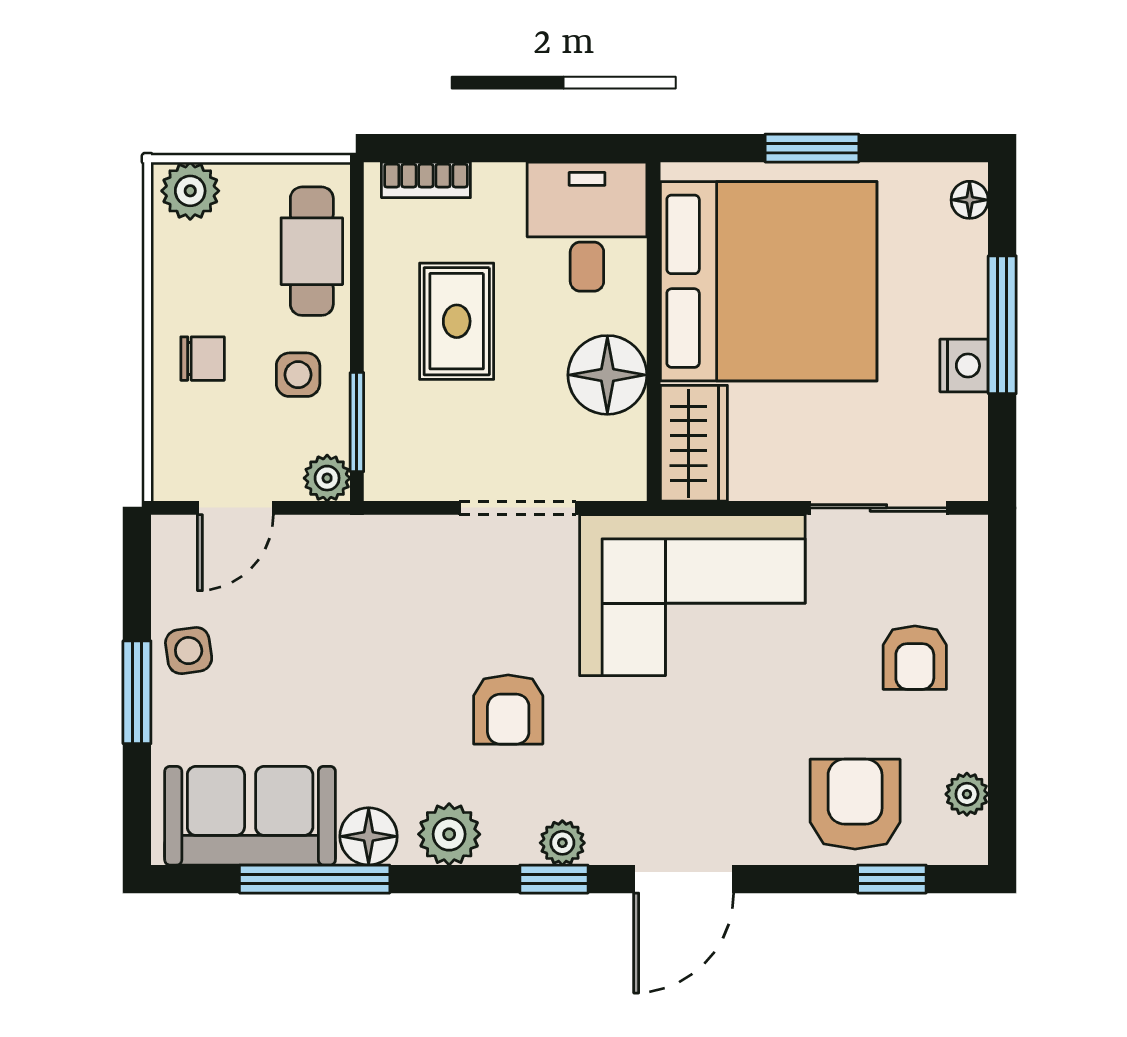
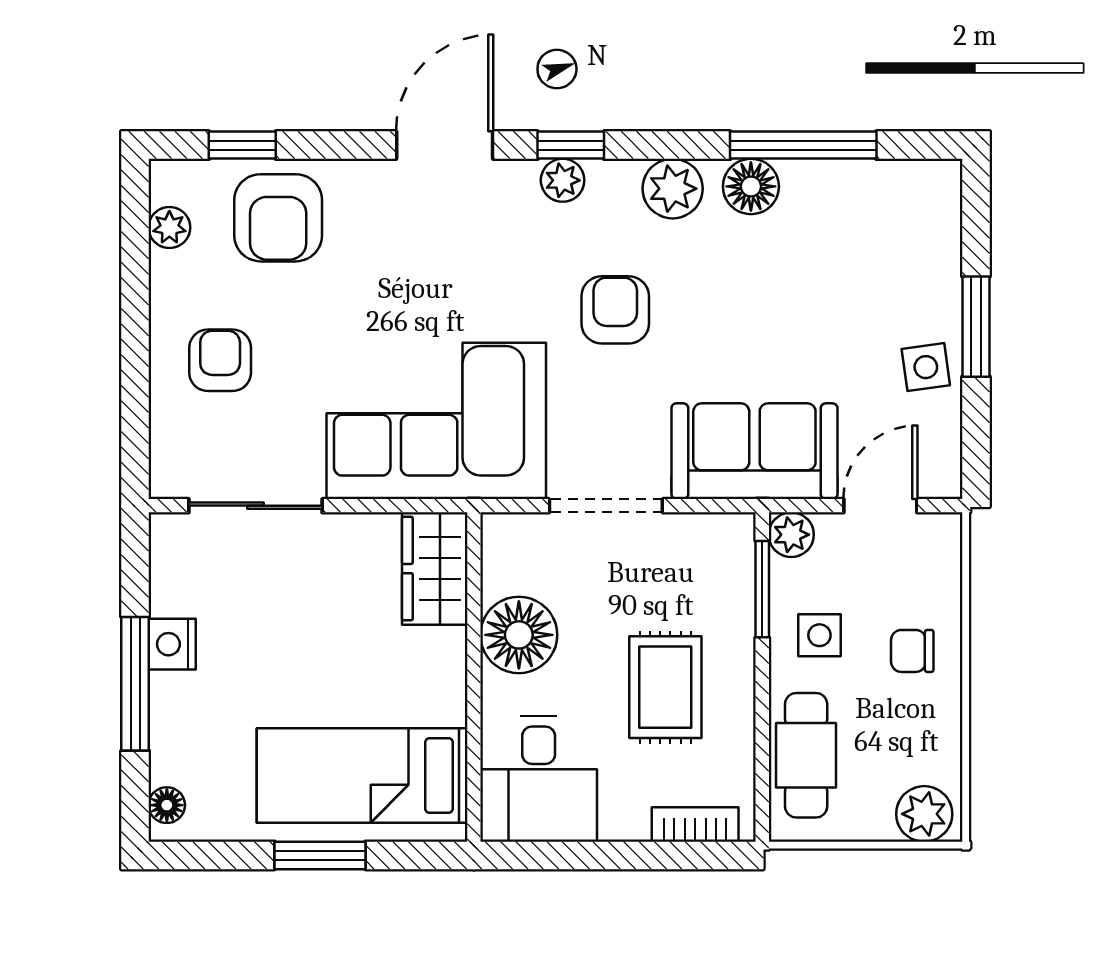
bed: (769, 281) -> (362, 776), width x0.49
sofa: (250, 816) -> (754, 451), moved, turned 180

